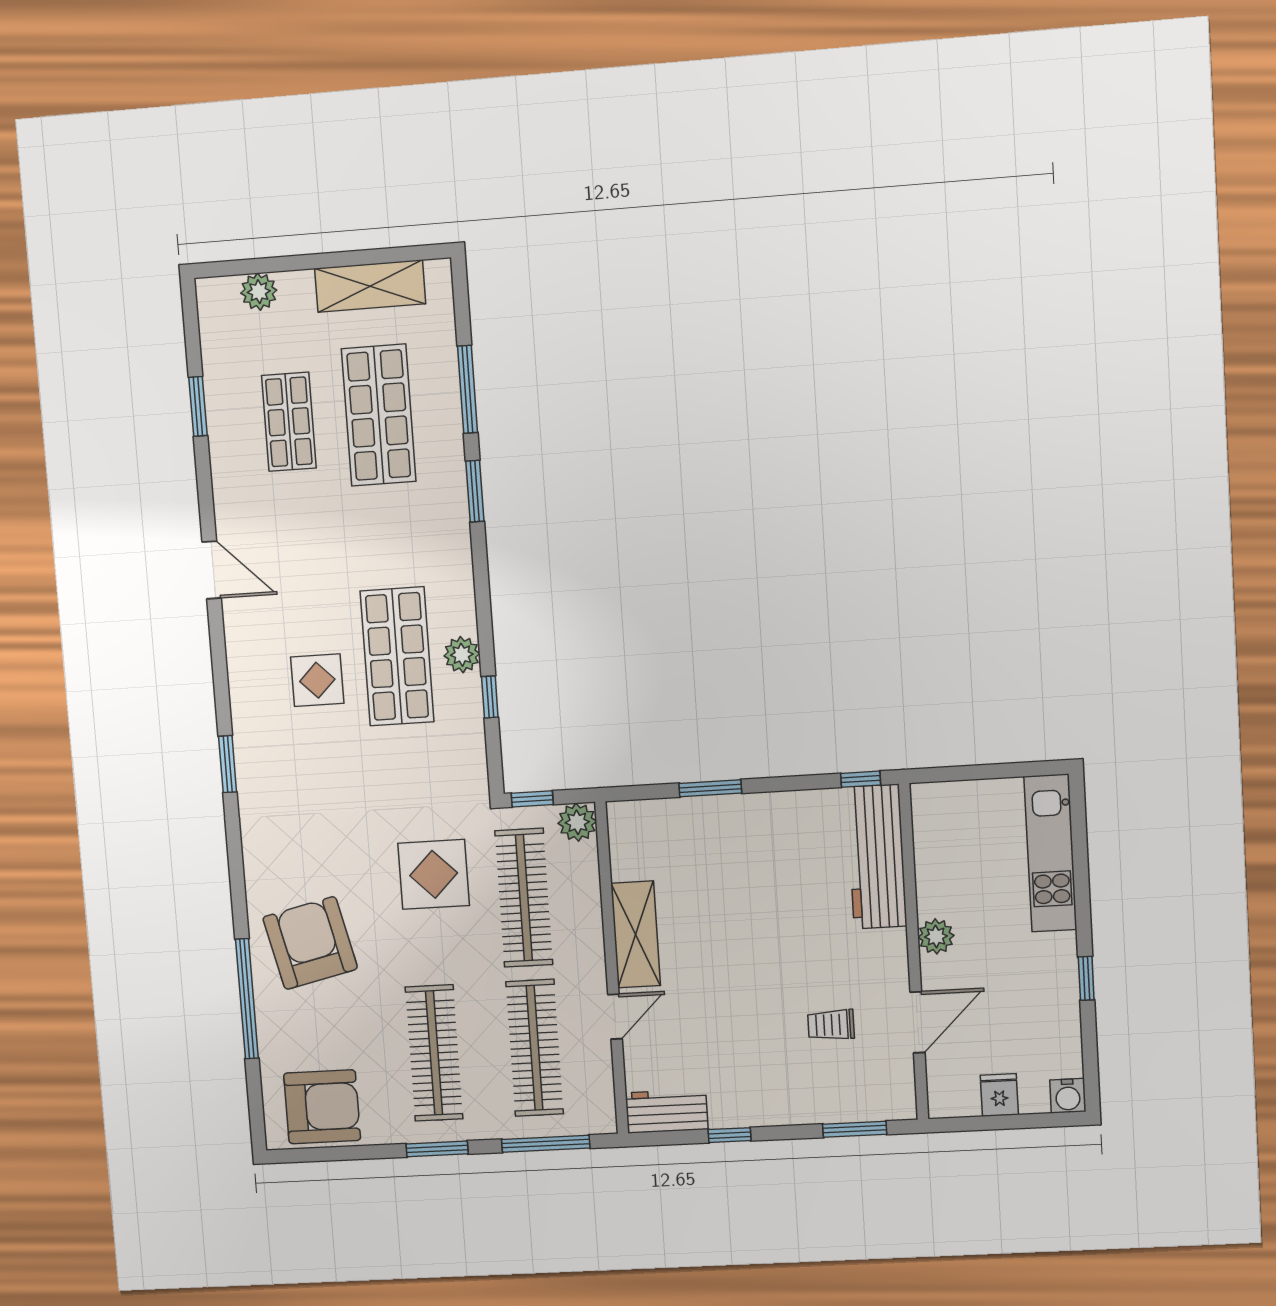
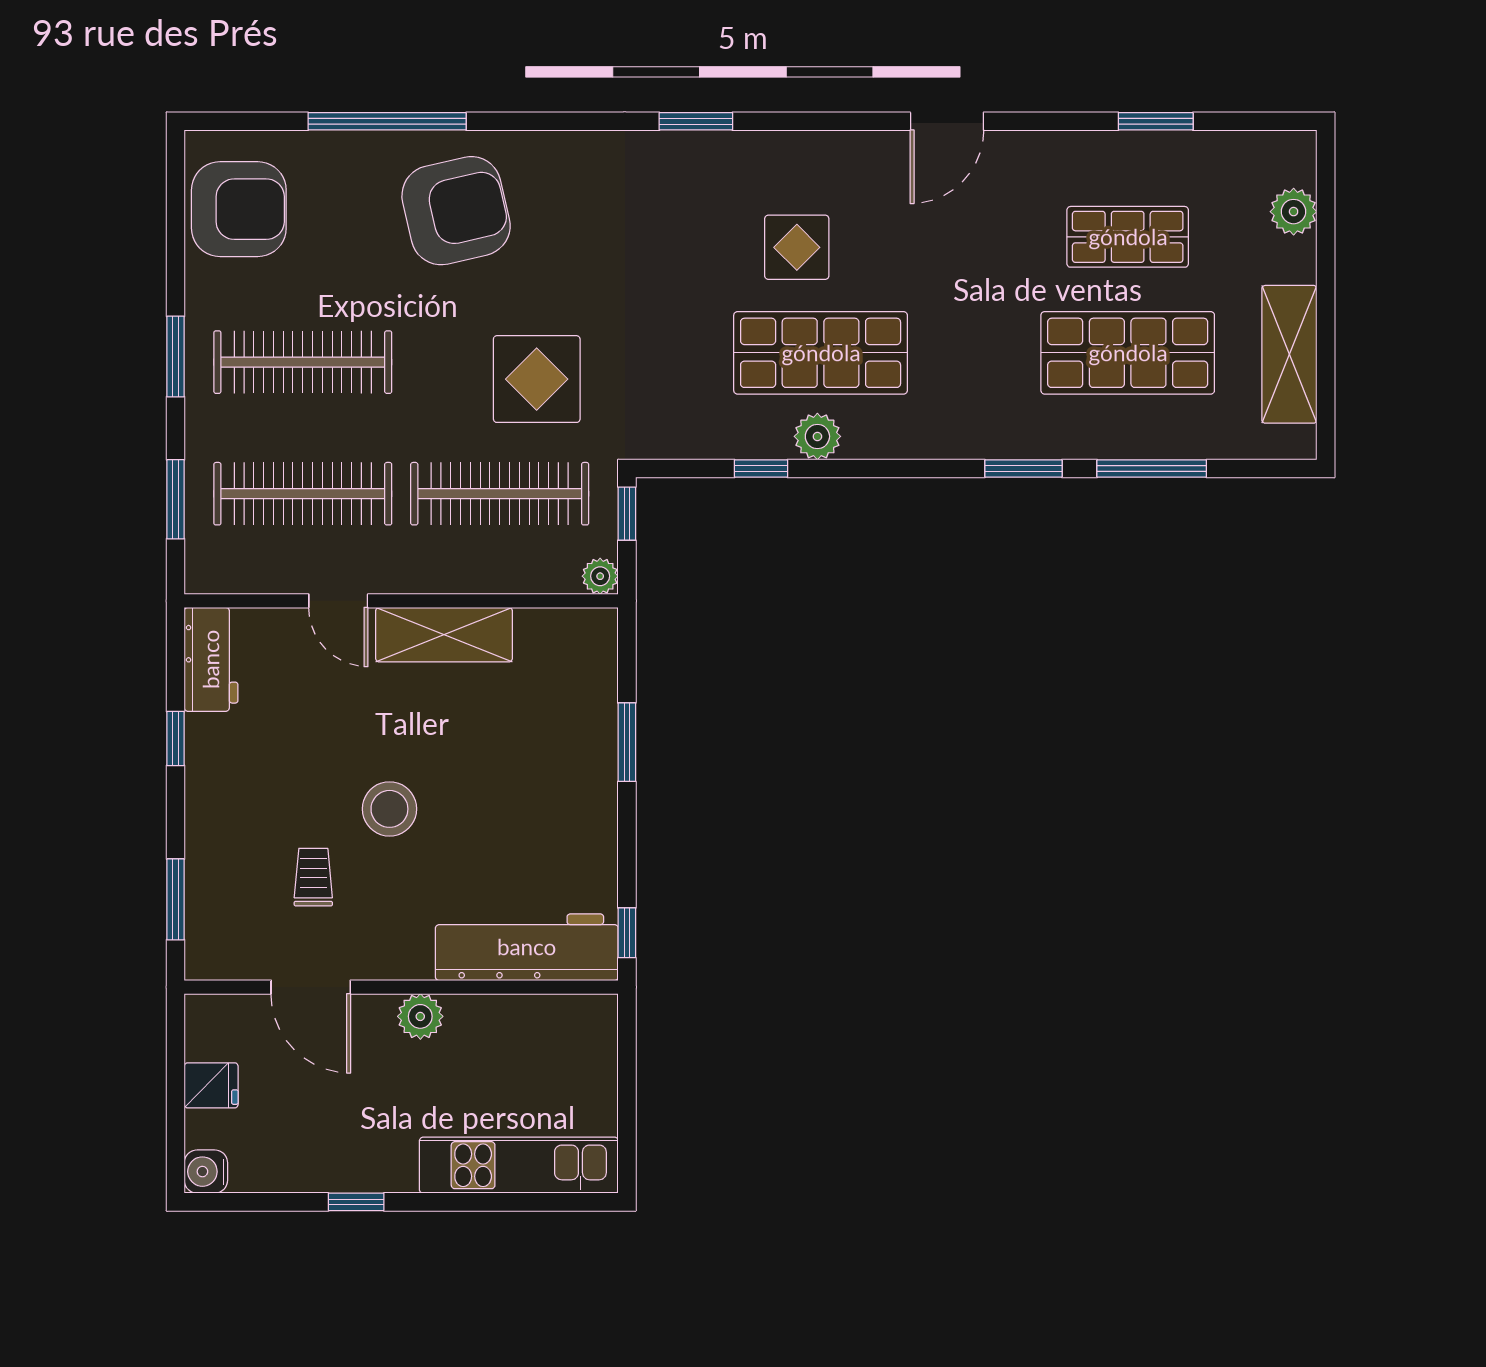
plant: (577, 822) -> (600, 576), width x0.73, depth x0.73
stool: (774, 969) -> (389, 809), added
armchair: (322, 1107) -> (239, 209), turned -90
window: (546, 1144) -> (176, 499), width x0.69

